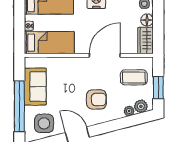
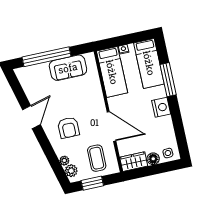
side table: (44, 123) -> (35, 83), removed

